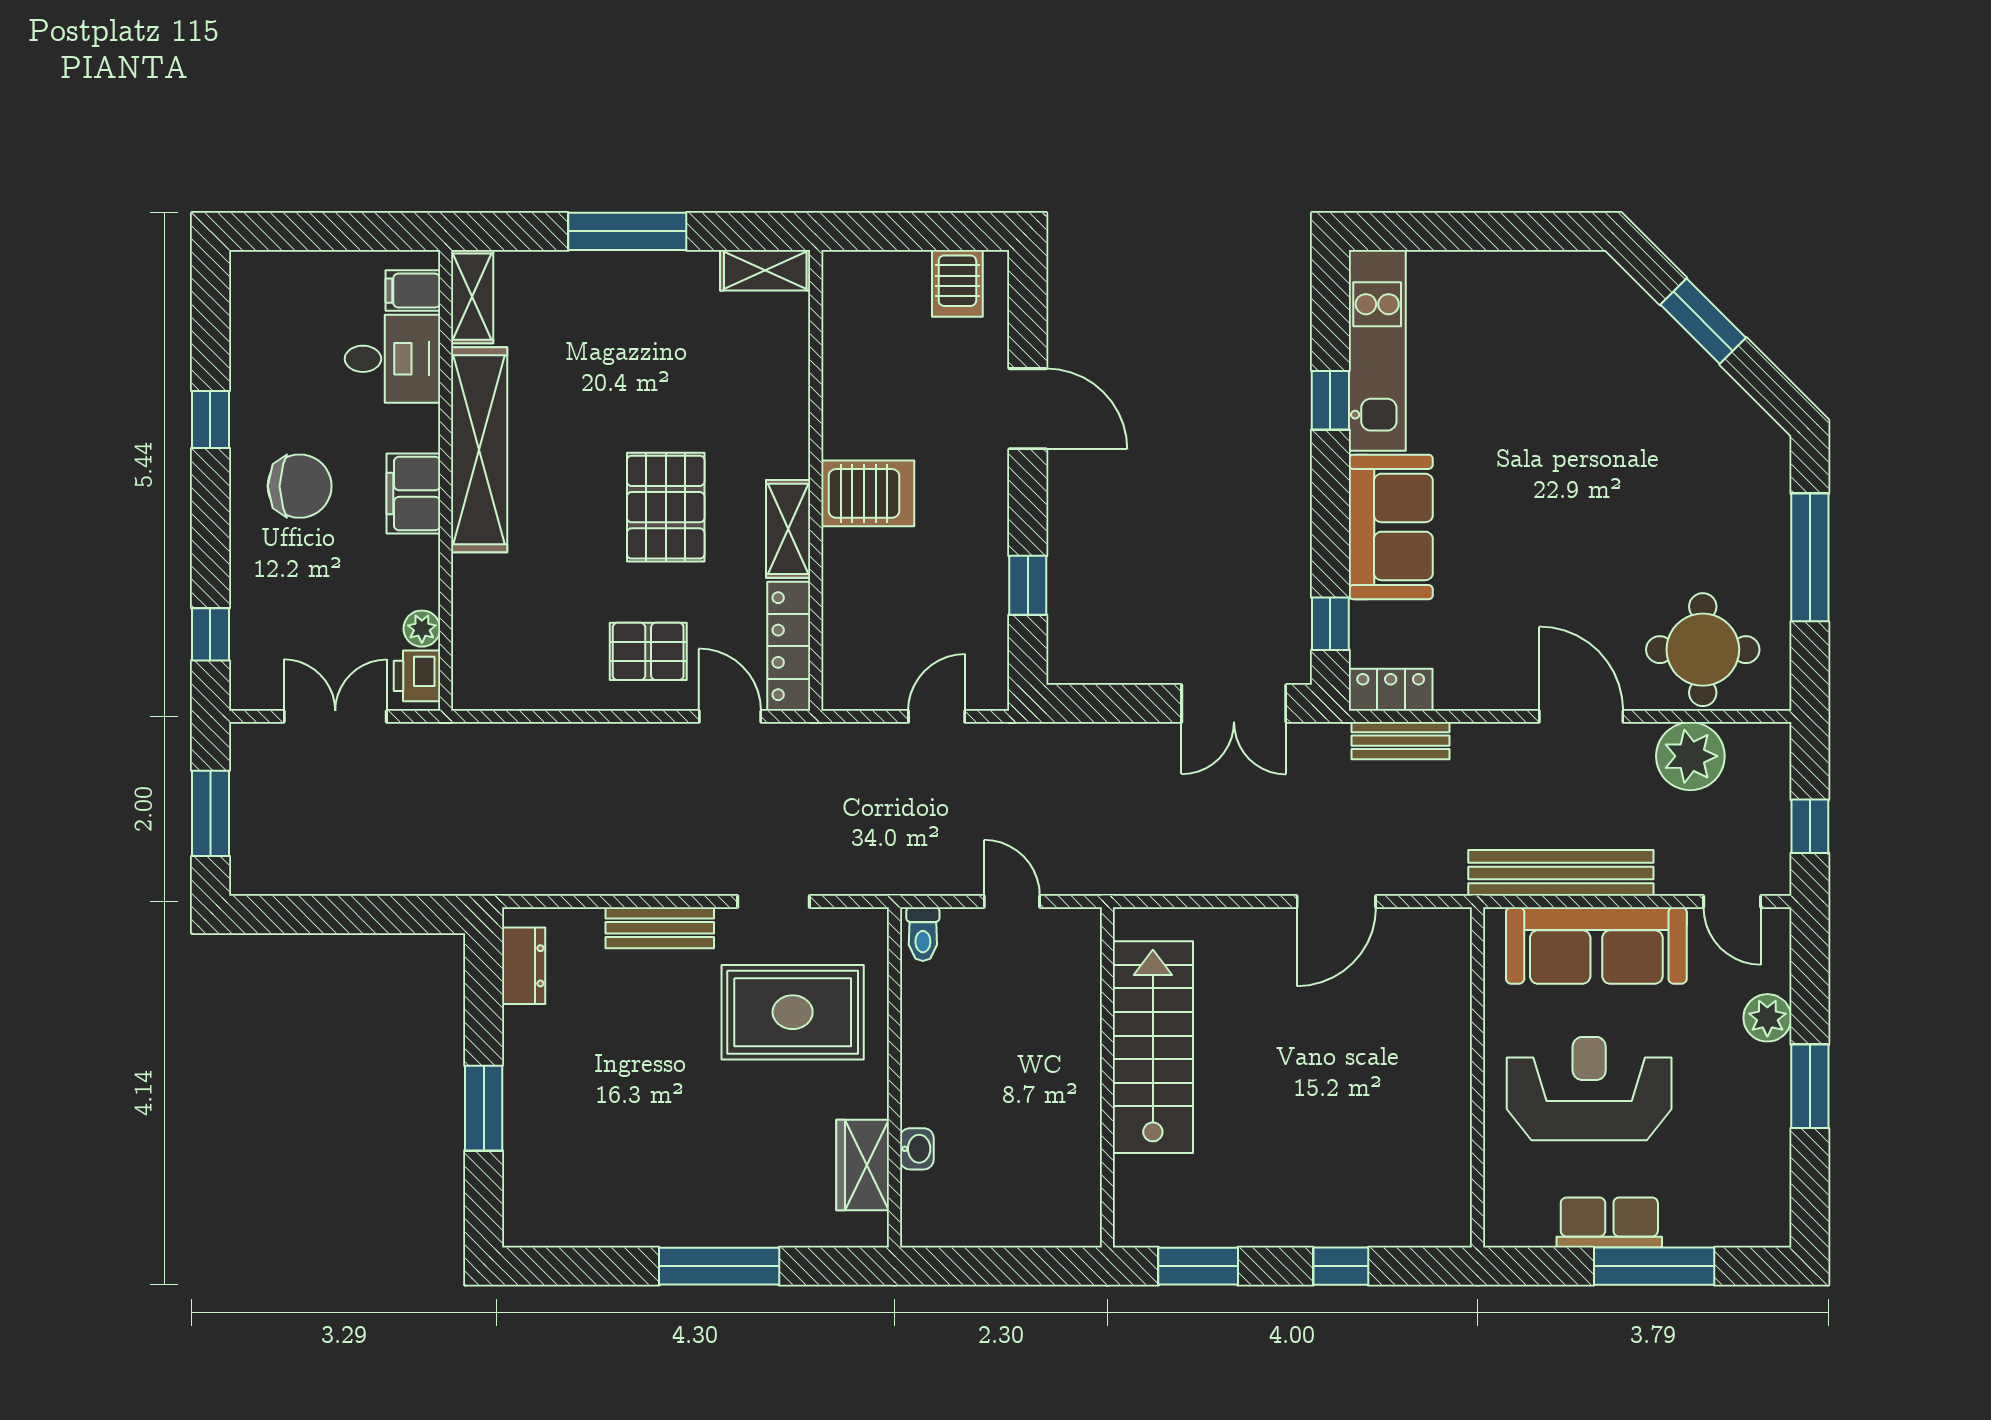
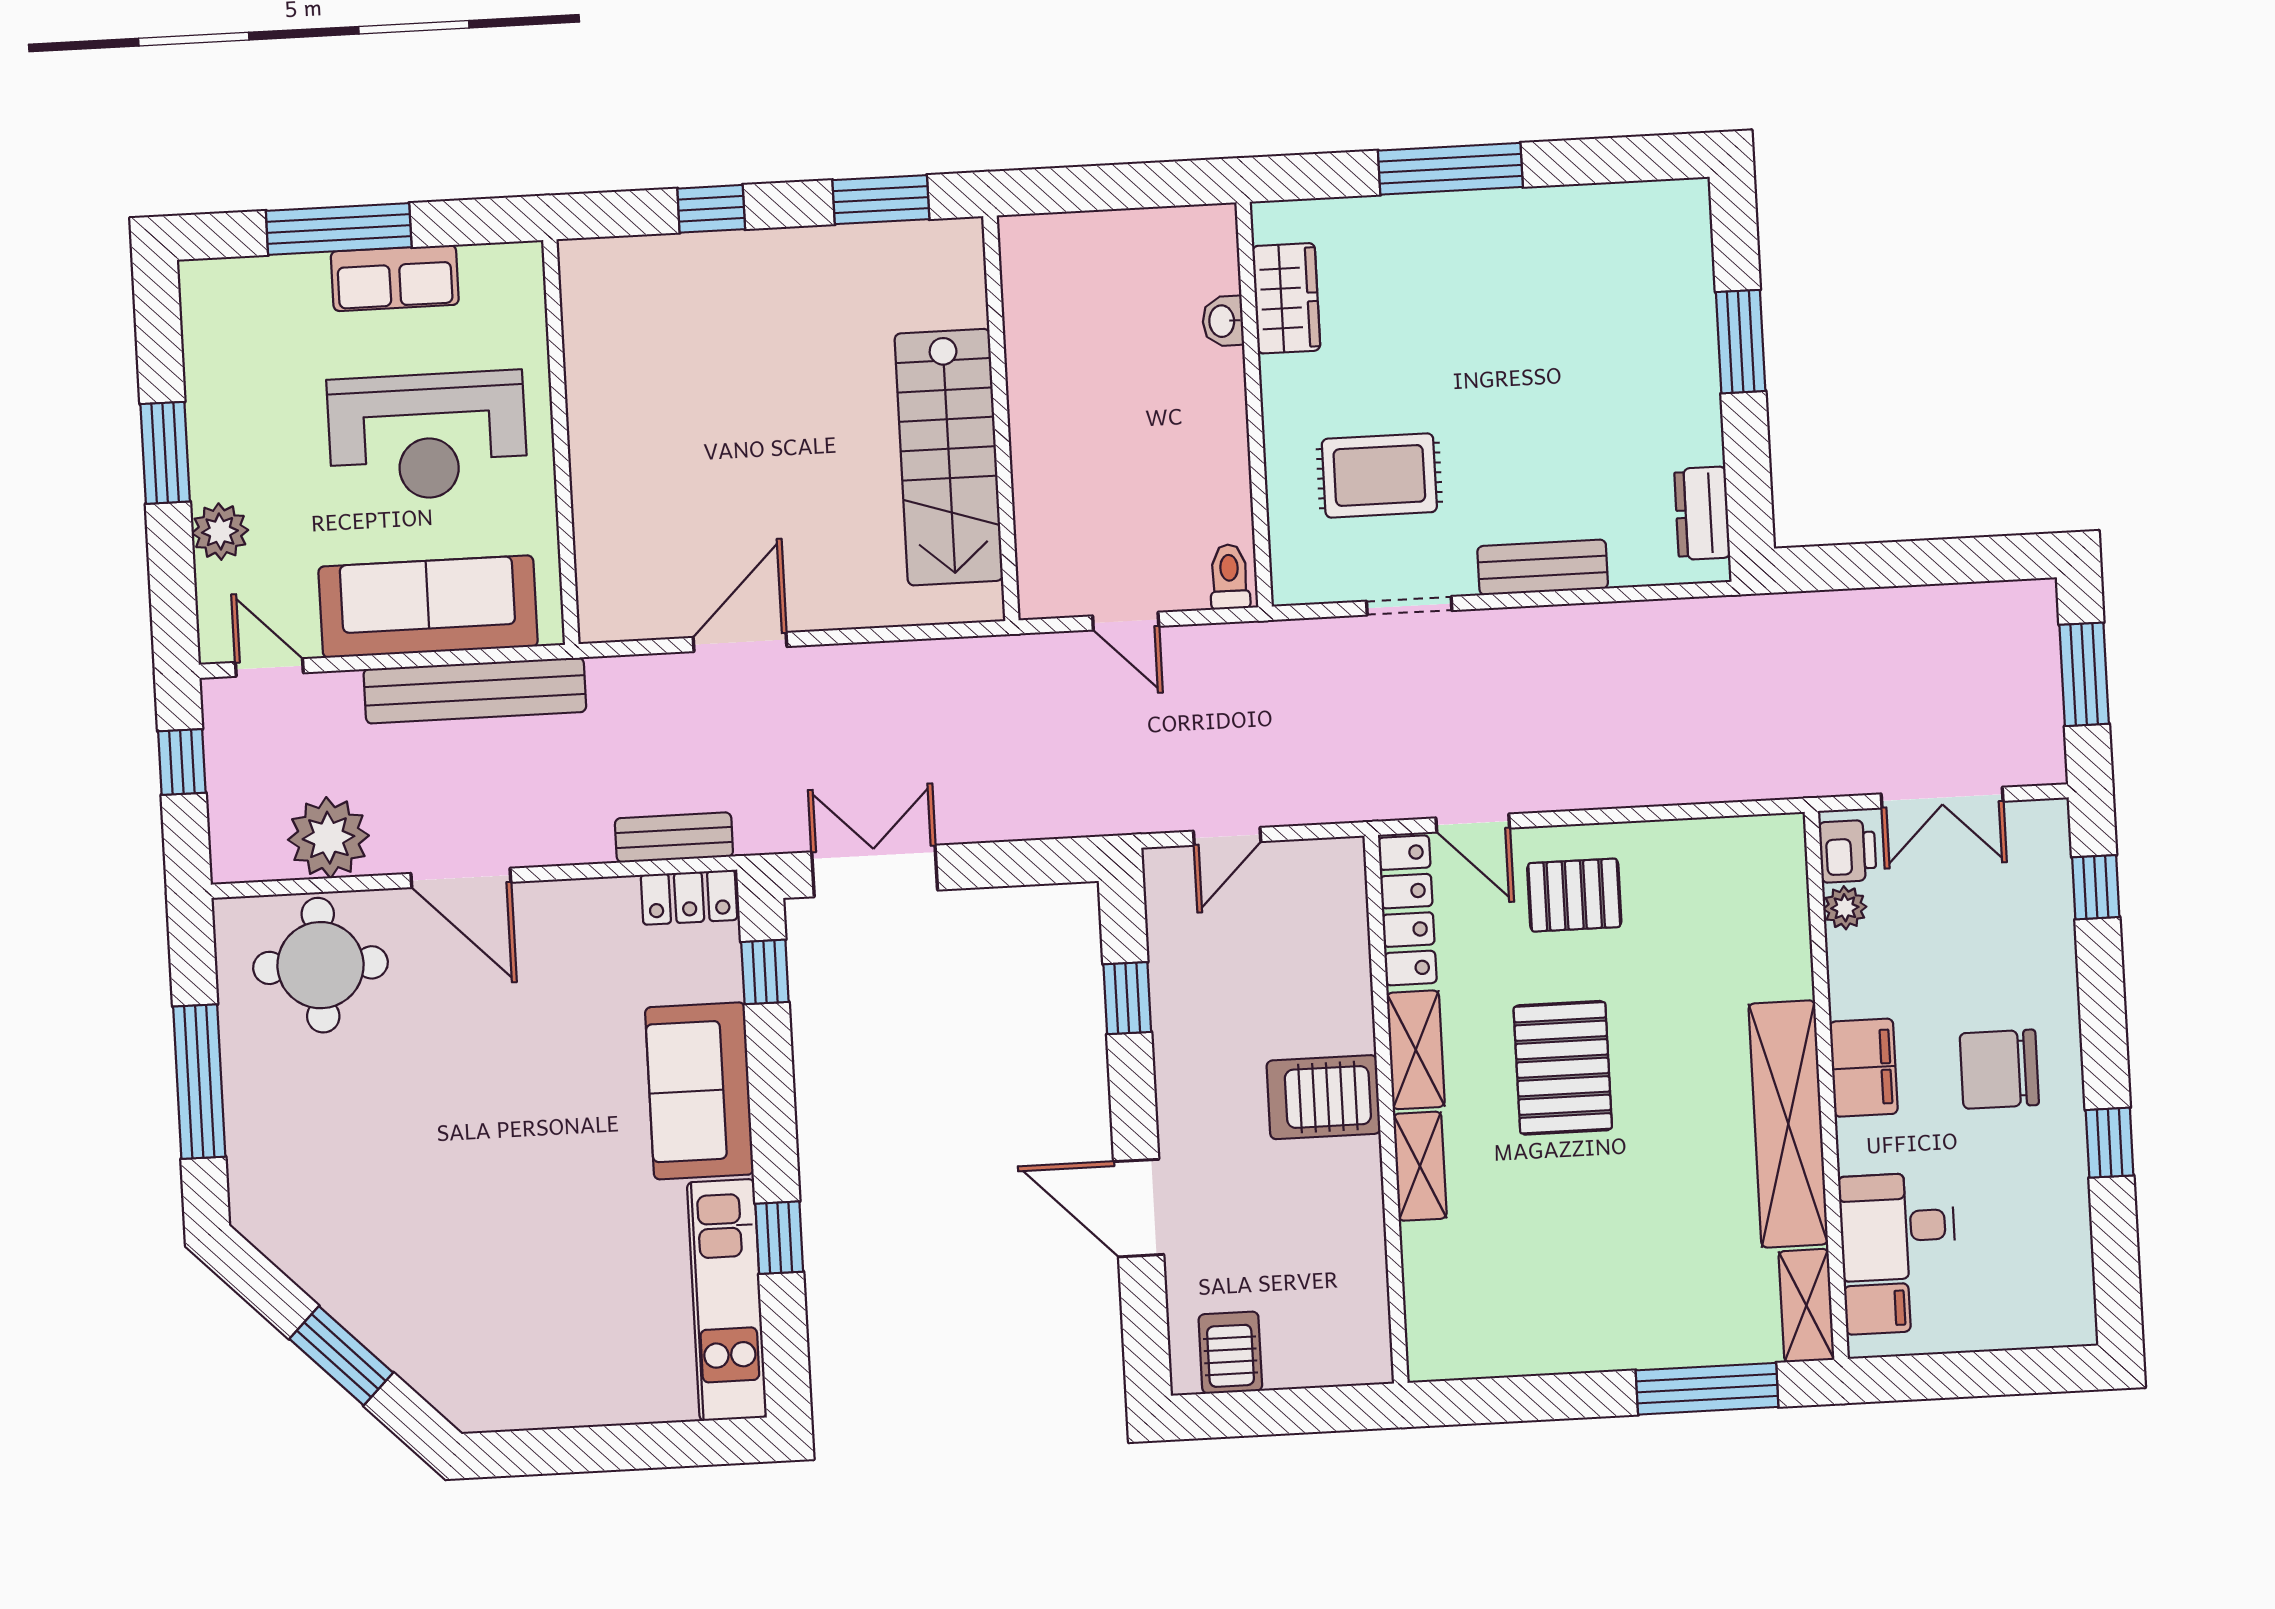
window: (627, 231) -> (1707, 1389), moved
shelving: (765, 270) -> (1420, 1166), moved, turned 90
rug: (793, 1012) -> (1379, 475), width x0.73, depth x0.70

